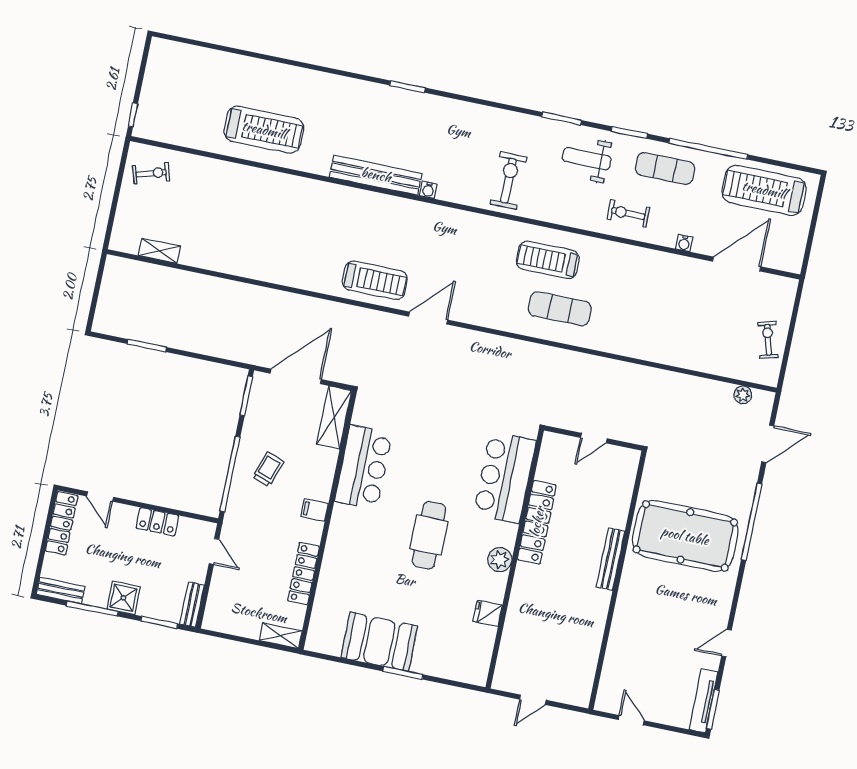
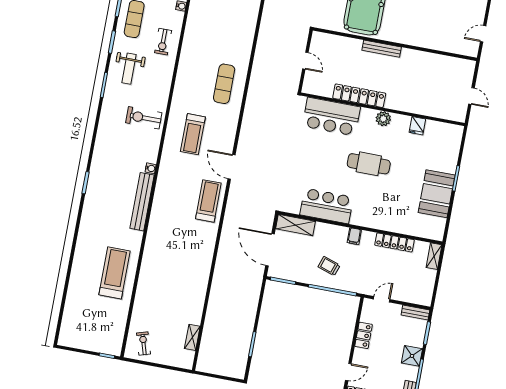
treadmill: (548, 260) -> (193, 134), moved

